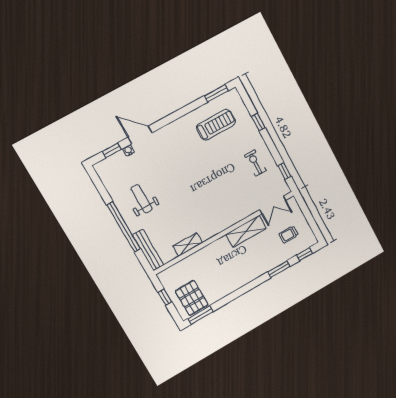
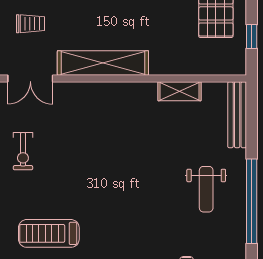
double door: (273, 205) -> (30, 78), swing flipped
window: (124, 227) -> (252, 201), moved
shelving: (246, 231) -> (103, 63), width x1.47

